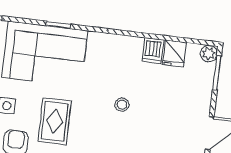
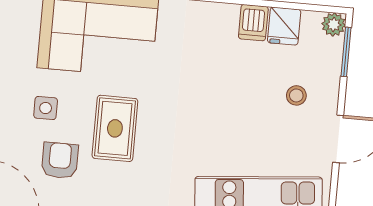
stool: (122, 105) -> (296, 95), moved

